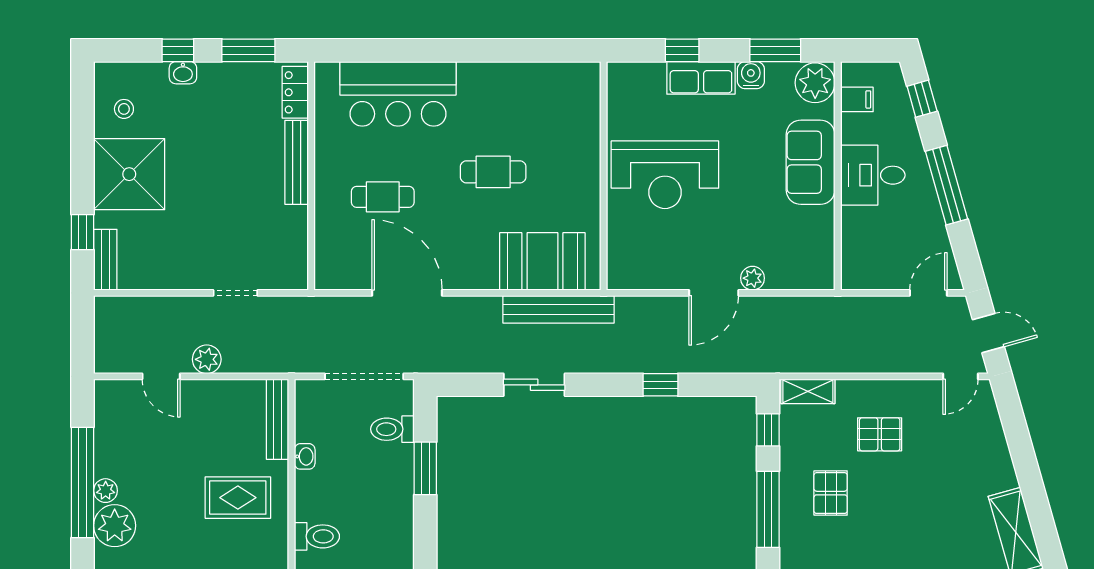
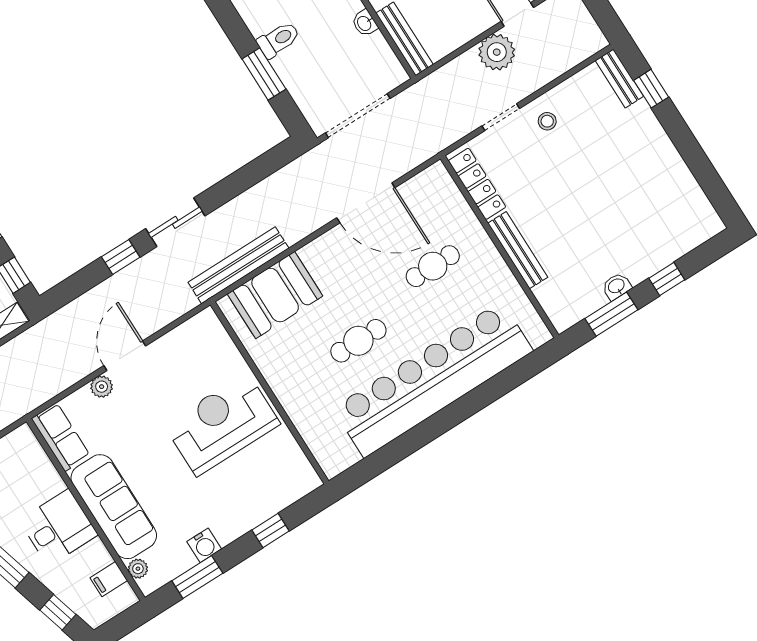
washbasin: (183, 73) -> (617, 286), moved
row of seats: (701, 78) -> (61, 437), moved, turned 90
plant: (815, 83) -> (138, 569), width x0.53, depth x0.53
locker: (295, 92) -> (477, 184), moved, width x1.53
bar counter: (398, 94) -> (433, 380), width x1.86
stool: (124, 109) -> (547, 121), moved
sofa: (811, 162) -> (114, 507), width x1.36
shower: (129, 174) -> (643, 158), removed
plant: (207, 359) -> (497, 52), width x1.36, depth x1.36
sliding door: (534, 385) -> (175, 222), moved
toilet: (392, 429) -> (278, 40), moved

